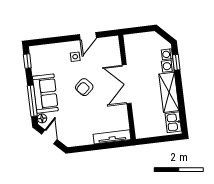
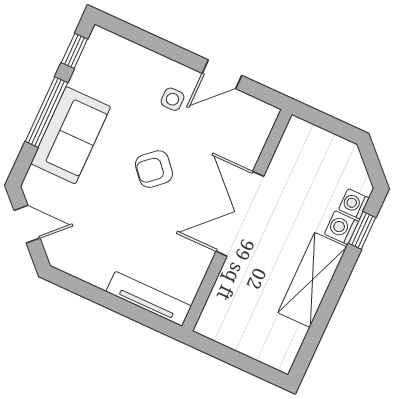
window: (32, 101) -> (46, 112), moved
floor lamp: (42, 118) -> (35, 180), removed
kitchen sink: (173, 122) -> (285, 343), removed
door: (49, 137) -> (27, 224), hinge flipped

